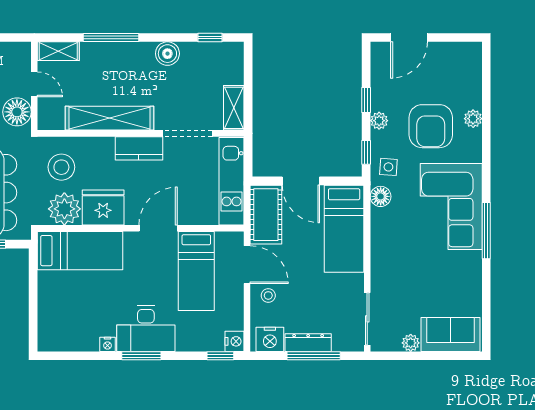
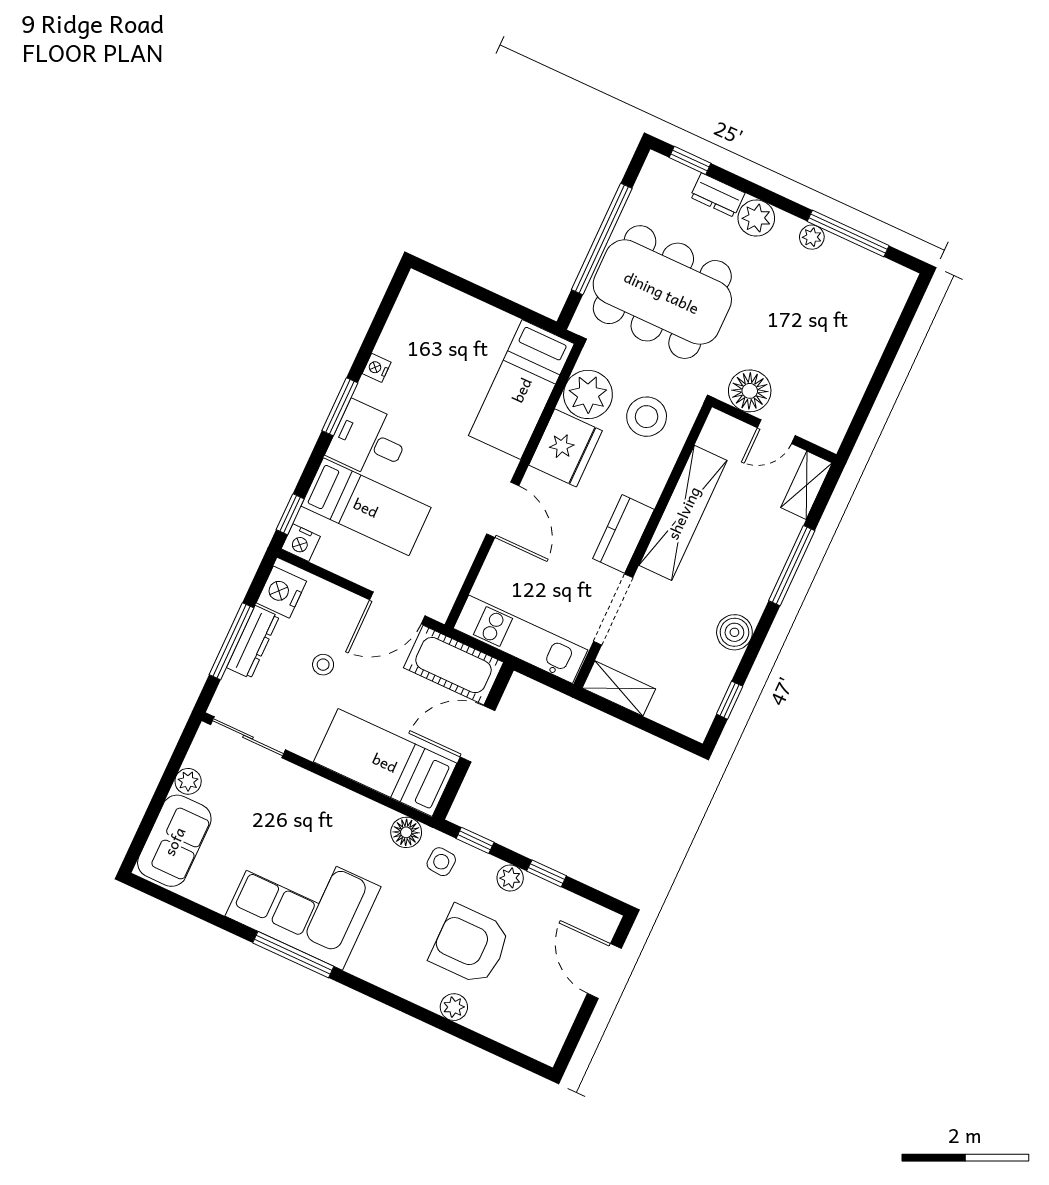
corner sofa: (451, 207) -> (303, 901), moved
bed: (196, 271) -> (366, 507), moved, turned 180
stool: (268, 295) -> (323, 665), moved
desk: (146, 329) -> (369, 441), width x0.73

